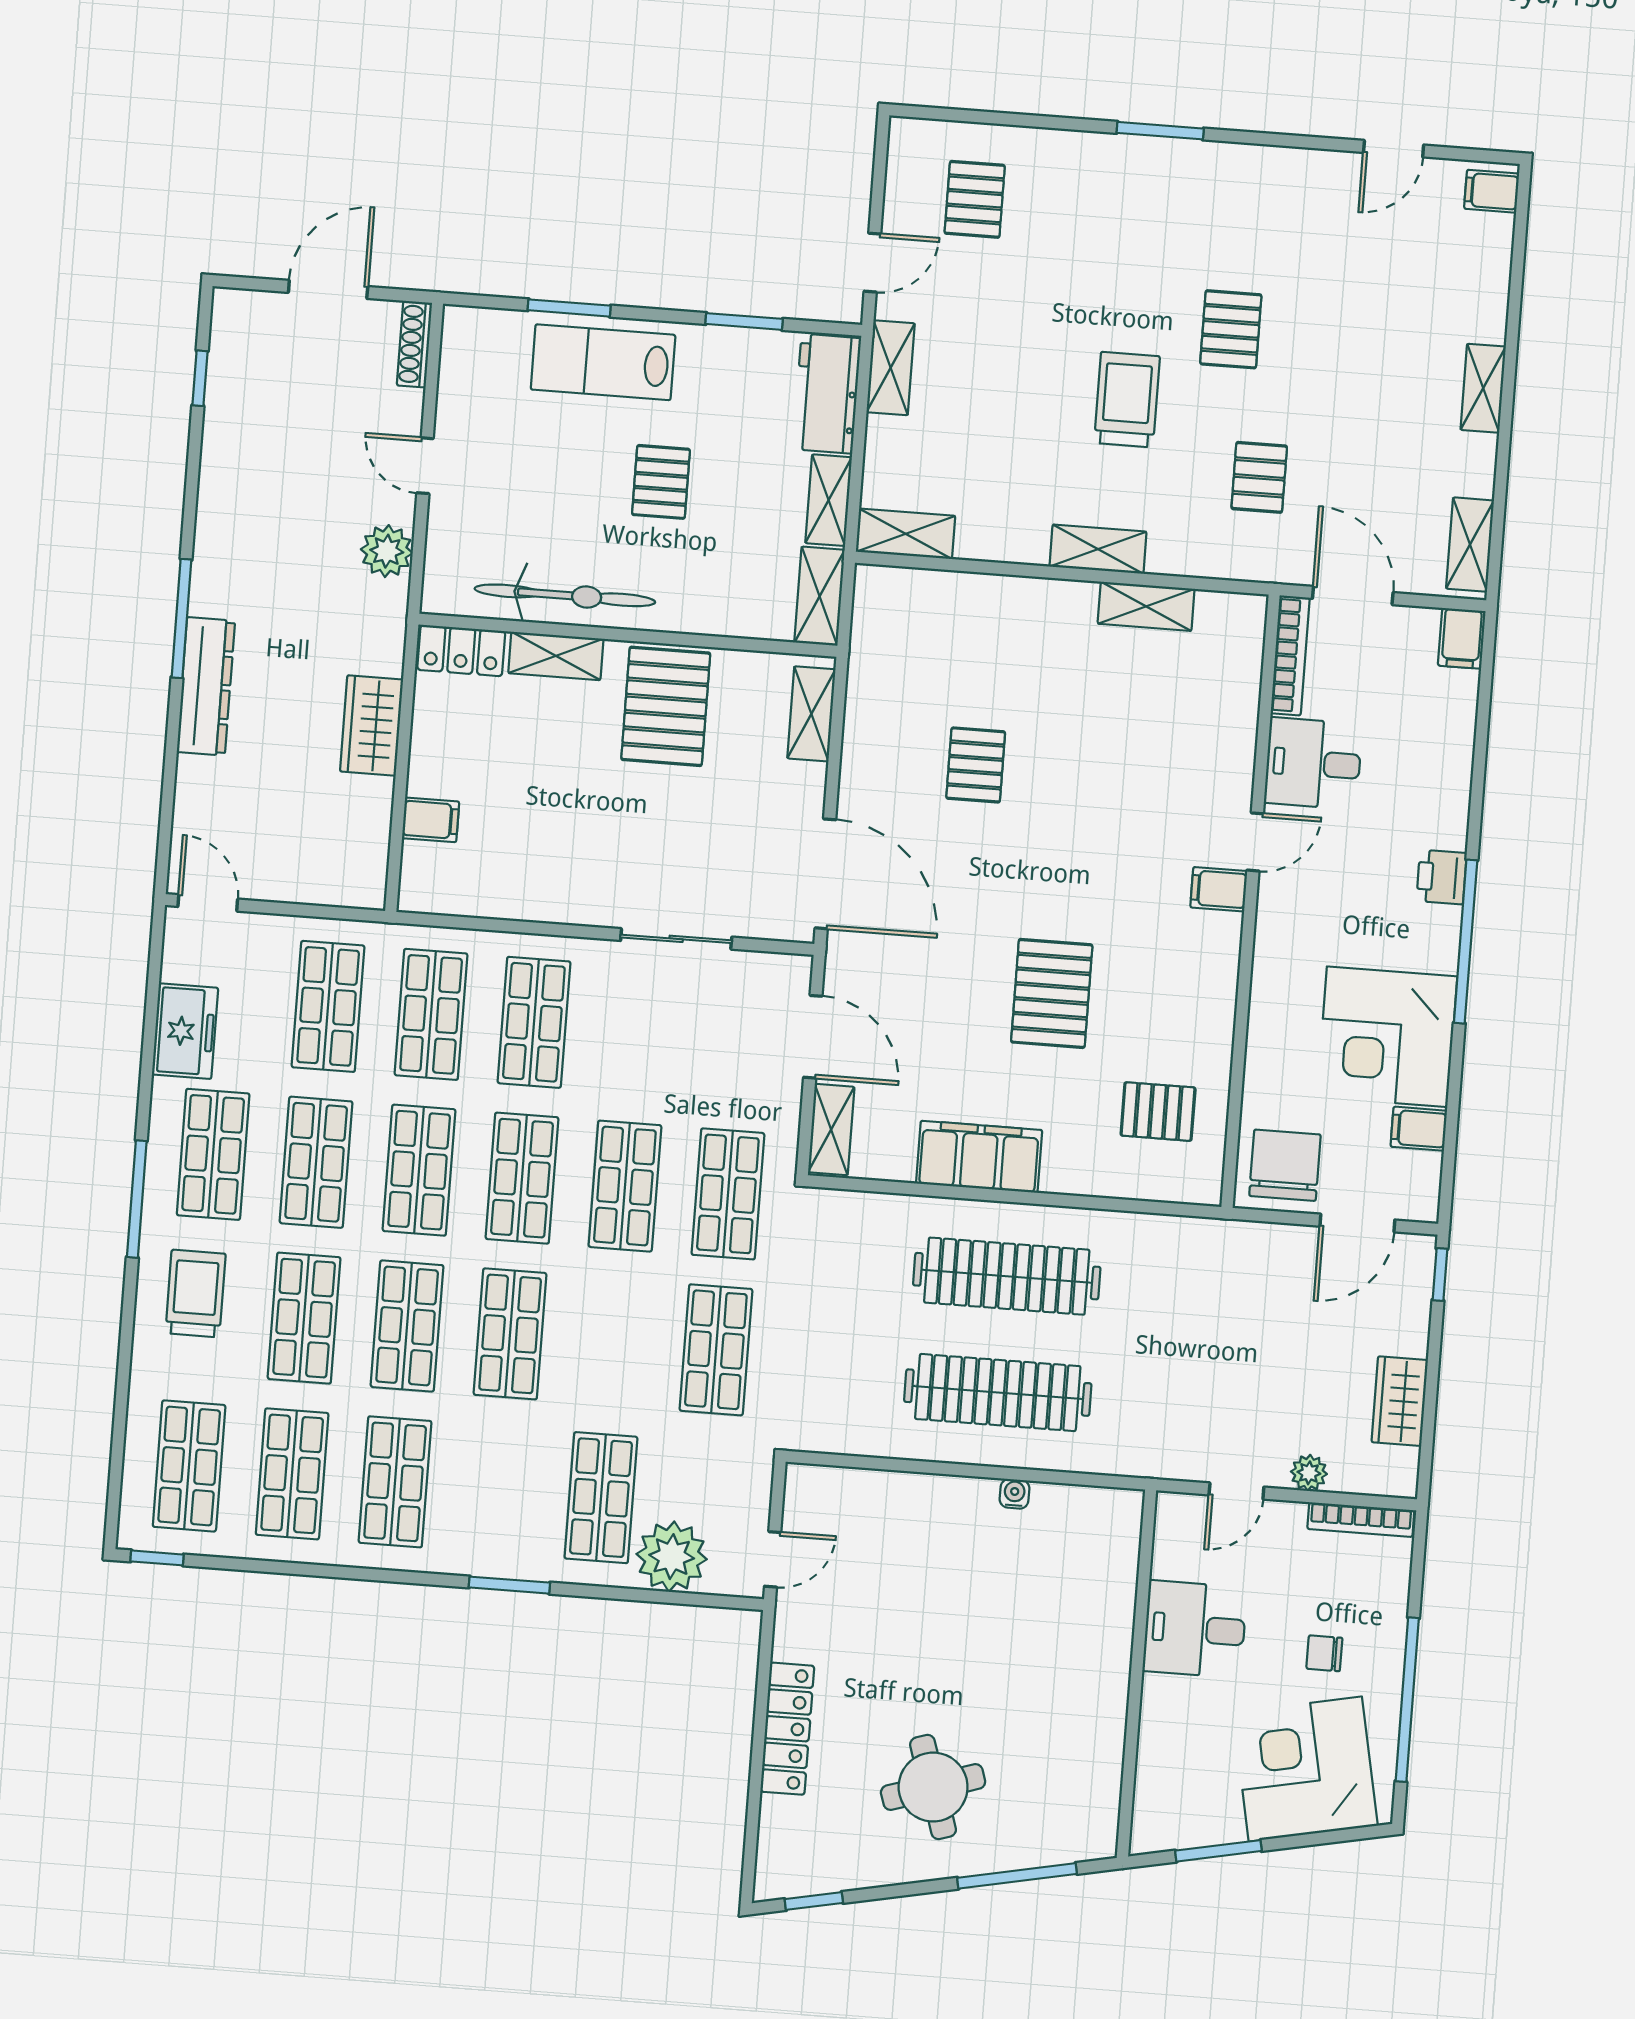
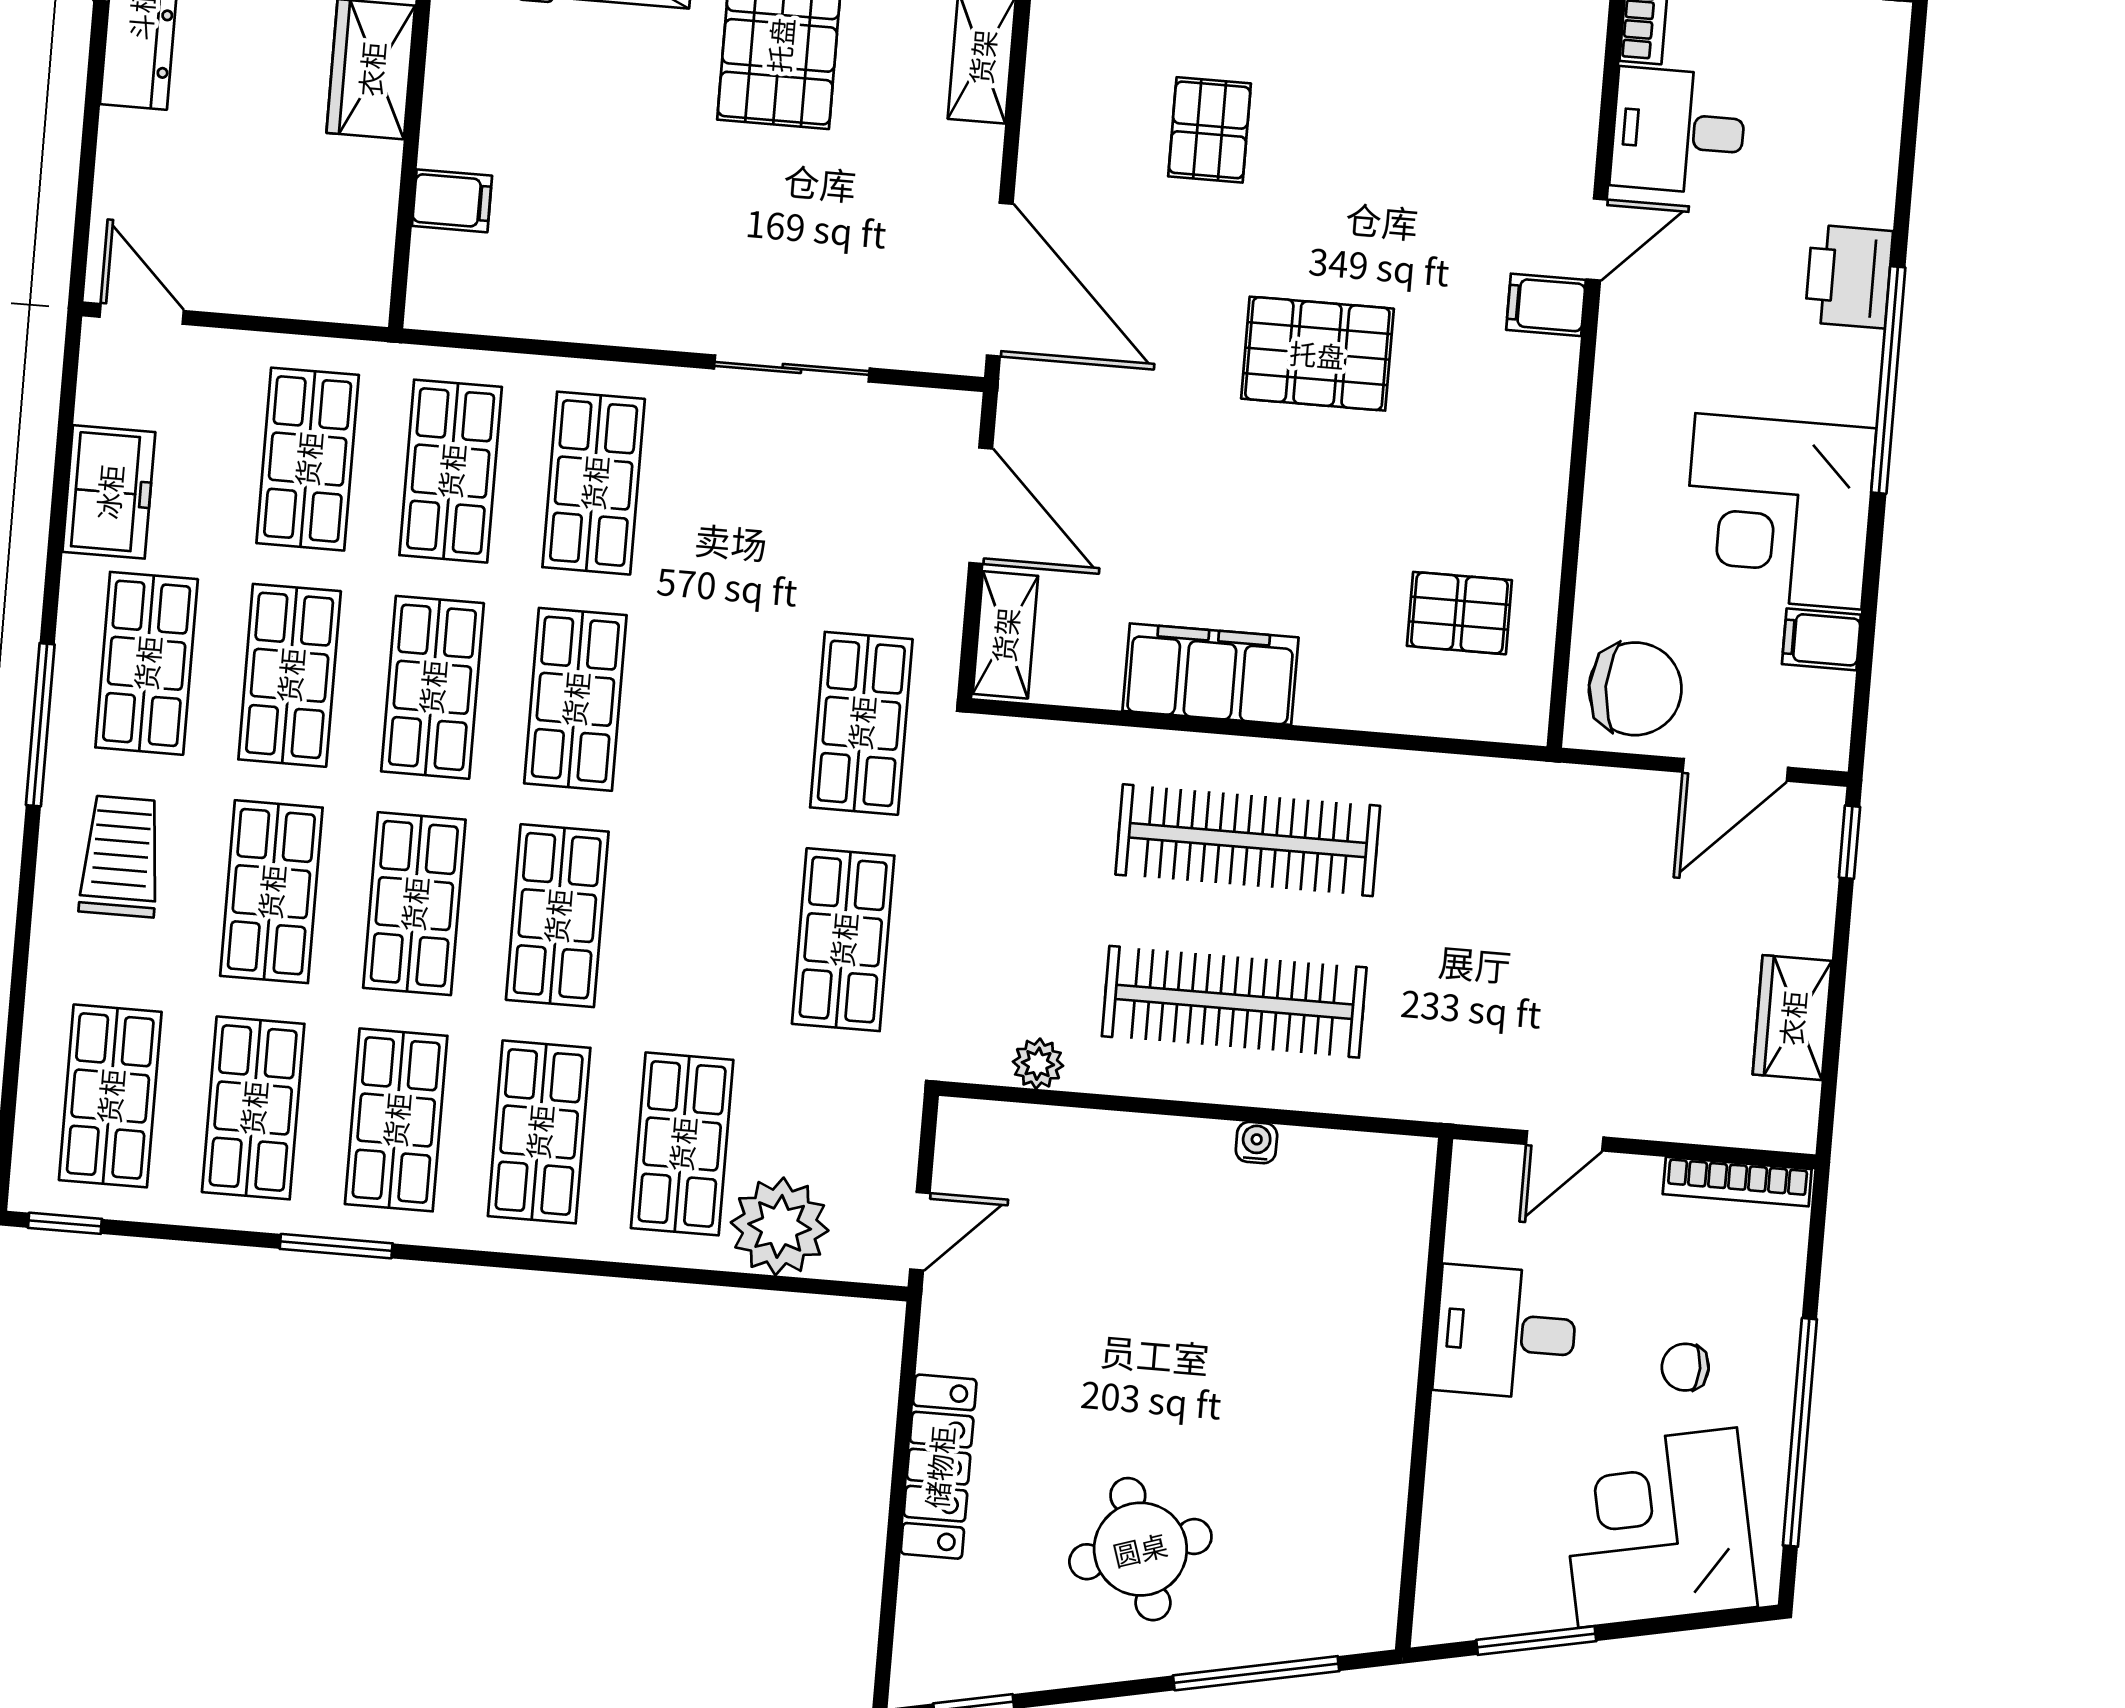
printer: (1442, 877) -> (1849, 277), width x1.36, depth x1.24
pallet: (1052, 993) -> (1317, 354), moved, turned 90
chair: (1285, 1165) -> (1635, 689), turned 90
shop shelf: (625, 1186) -> (539, 1132), moved
plant: (1309, 1473) -> (1038, 1064), moved
window: (509, 1585) -> (336, 1246), moved

